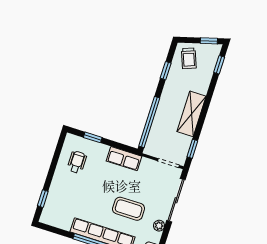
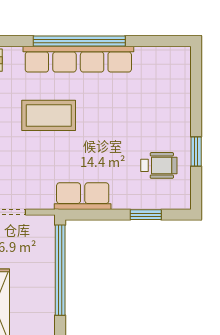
wheelchair: (77, 162) -> (159, 165), turned -90
window: (43, 199) -> (196, 152), moved

